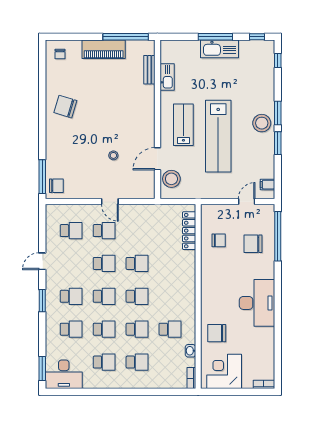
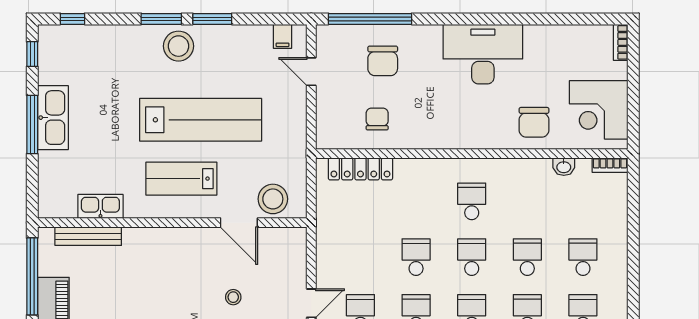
bench: (149, 70) -> (88, 236), width x1.36
school desk: (170, 329) -> (472, 201), moved

